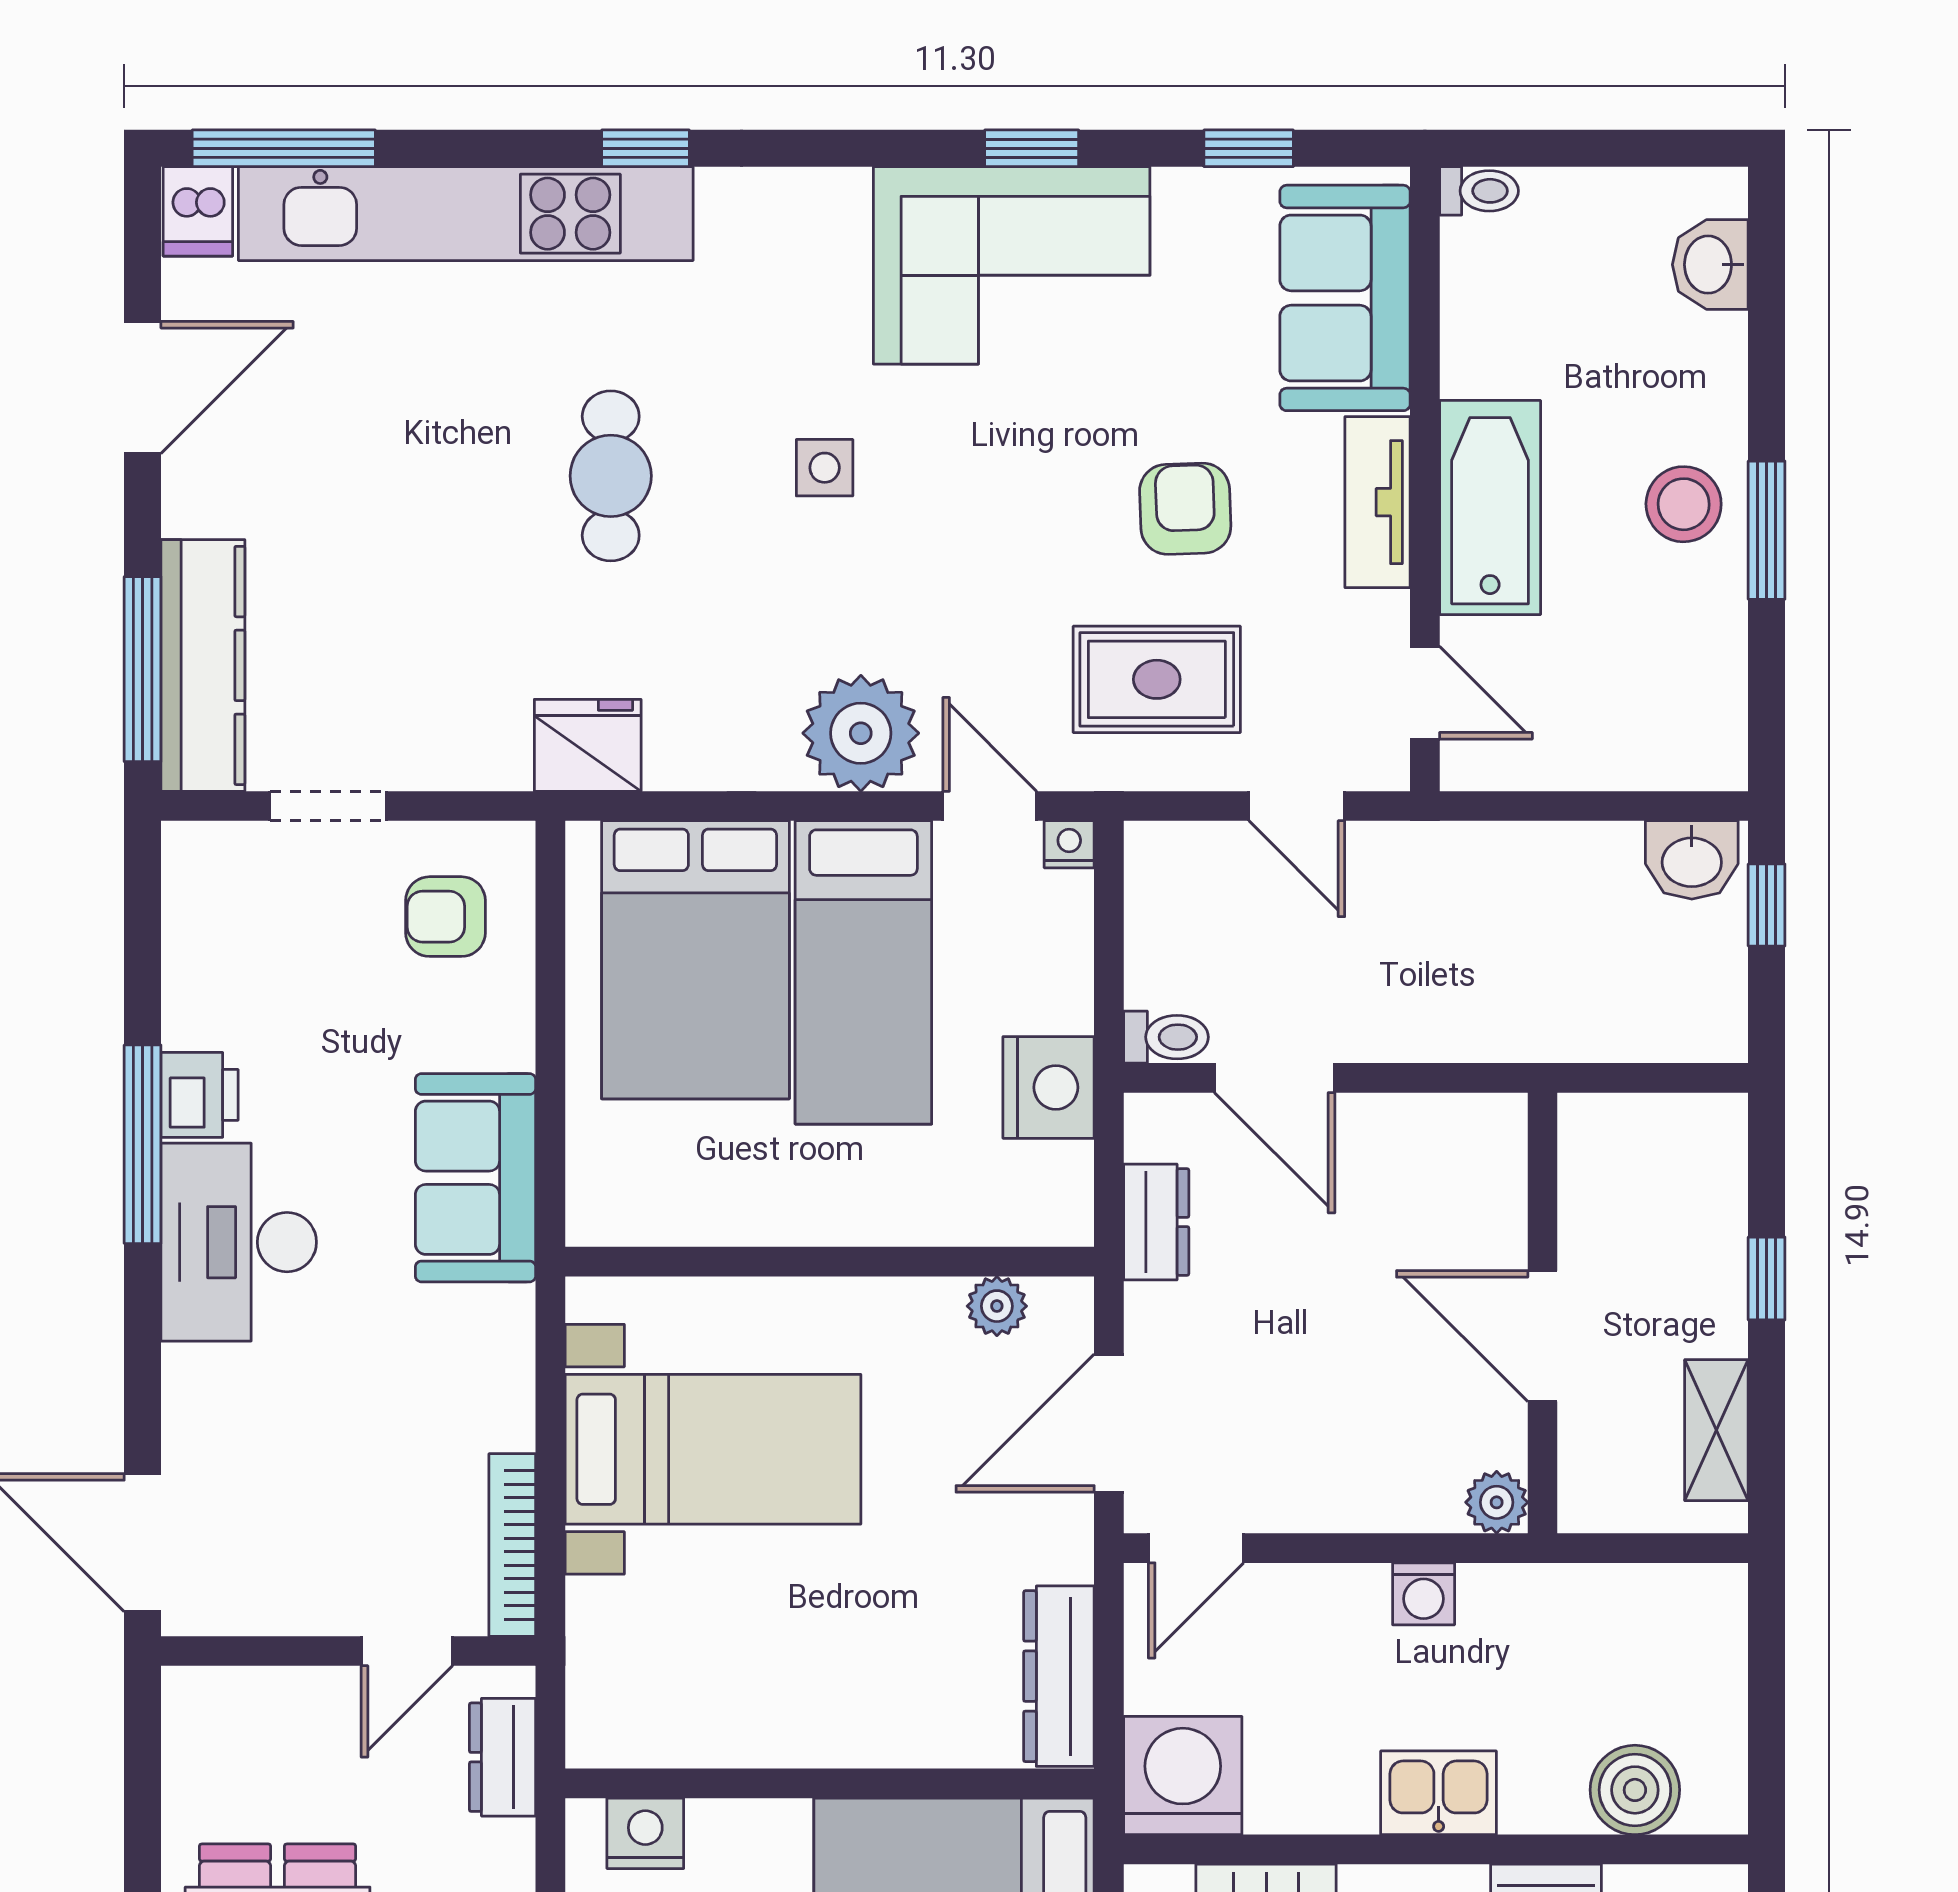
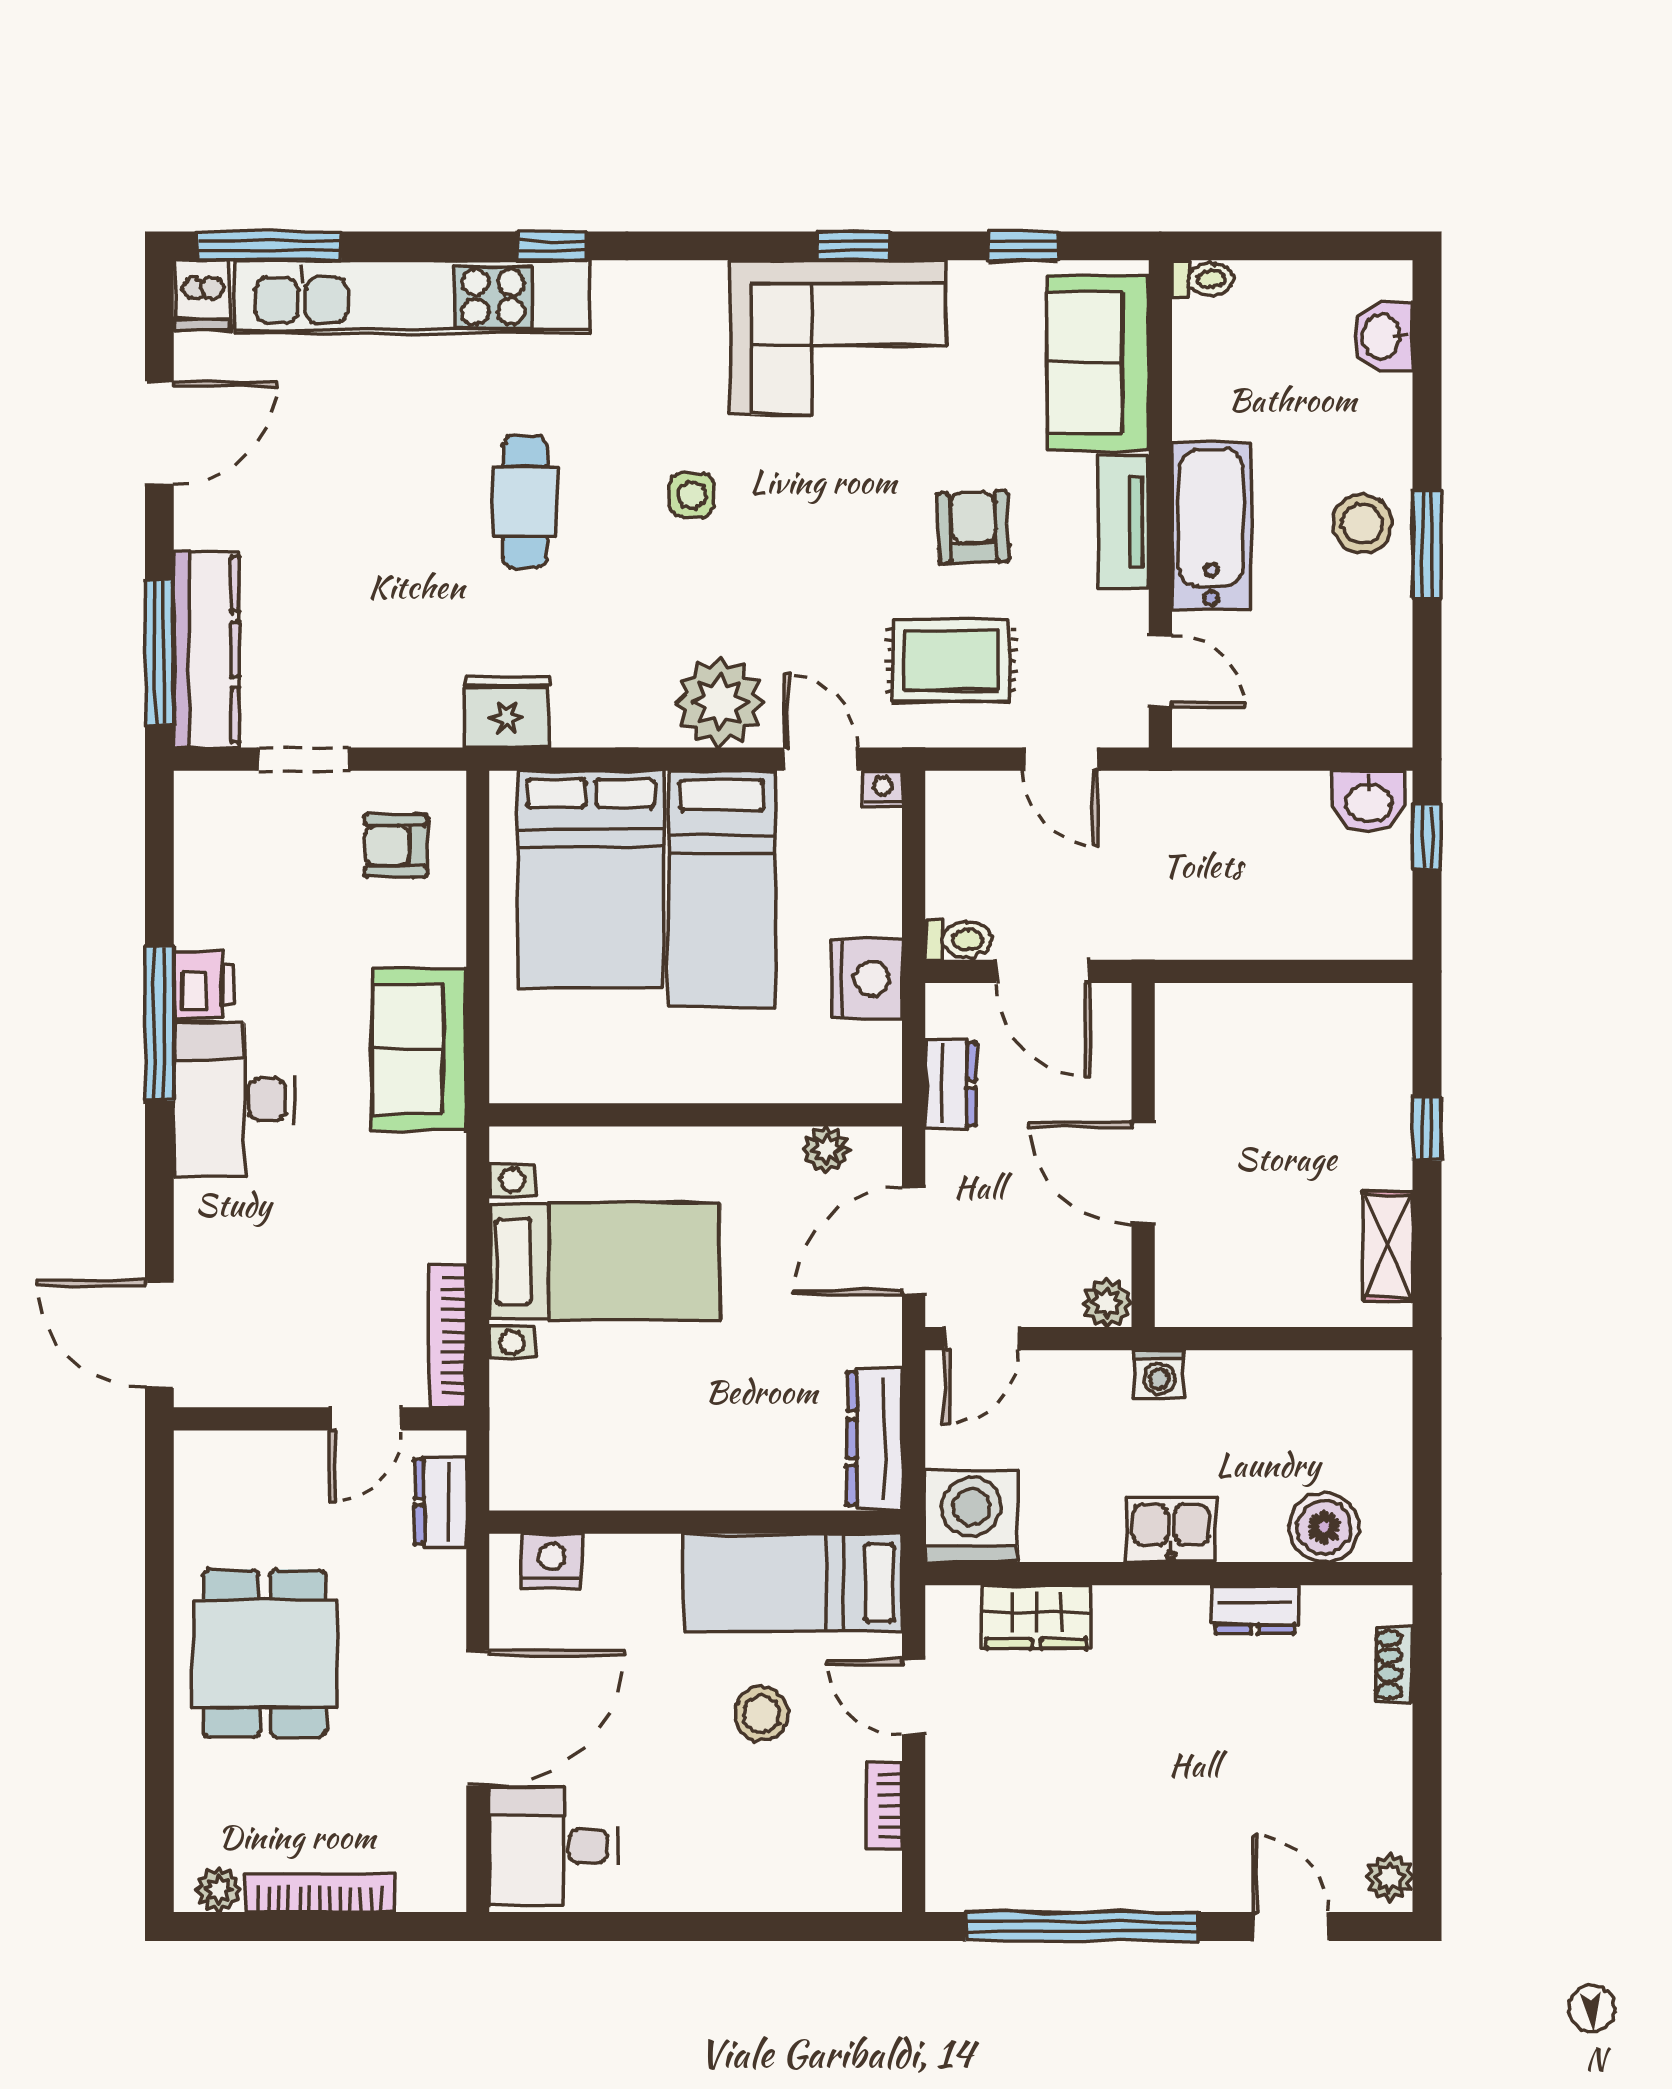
wall: (1542, 1313) -> (1143, 1155), moved
door: (1542, 1336) -> (1143, 1173), moved
plant: (1497, 1502) -> (1107, 1303), moved

